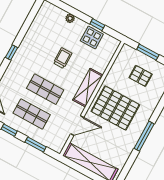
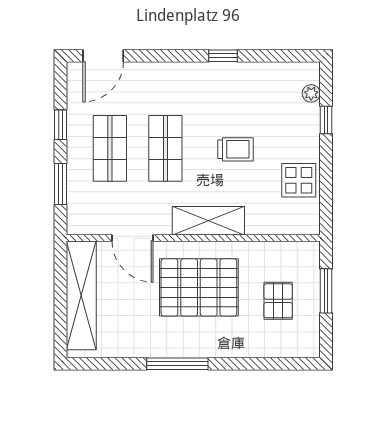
plant: (70, 18) -> (311, 93), moved
window: (97, 25) -> (326, 120), moved
window: (12, 52) -> (223, 56), moved
pallet: (115, 108) -> (199, 287), turned 90

